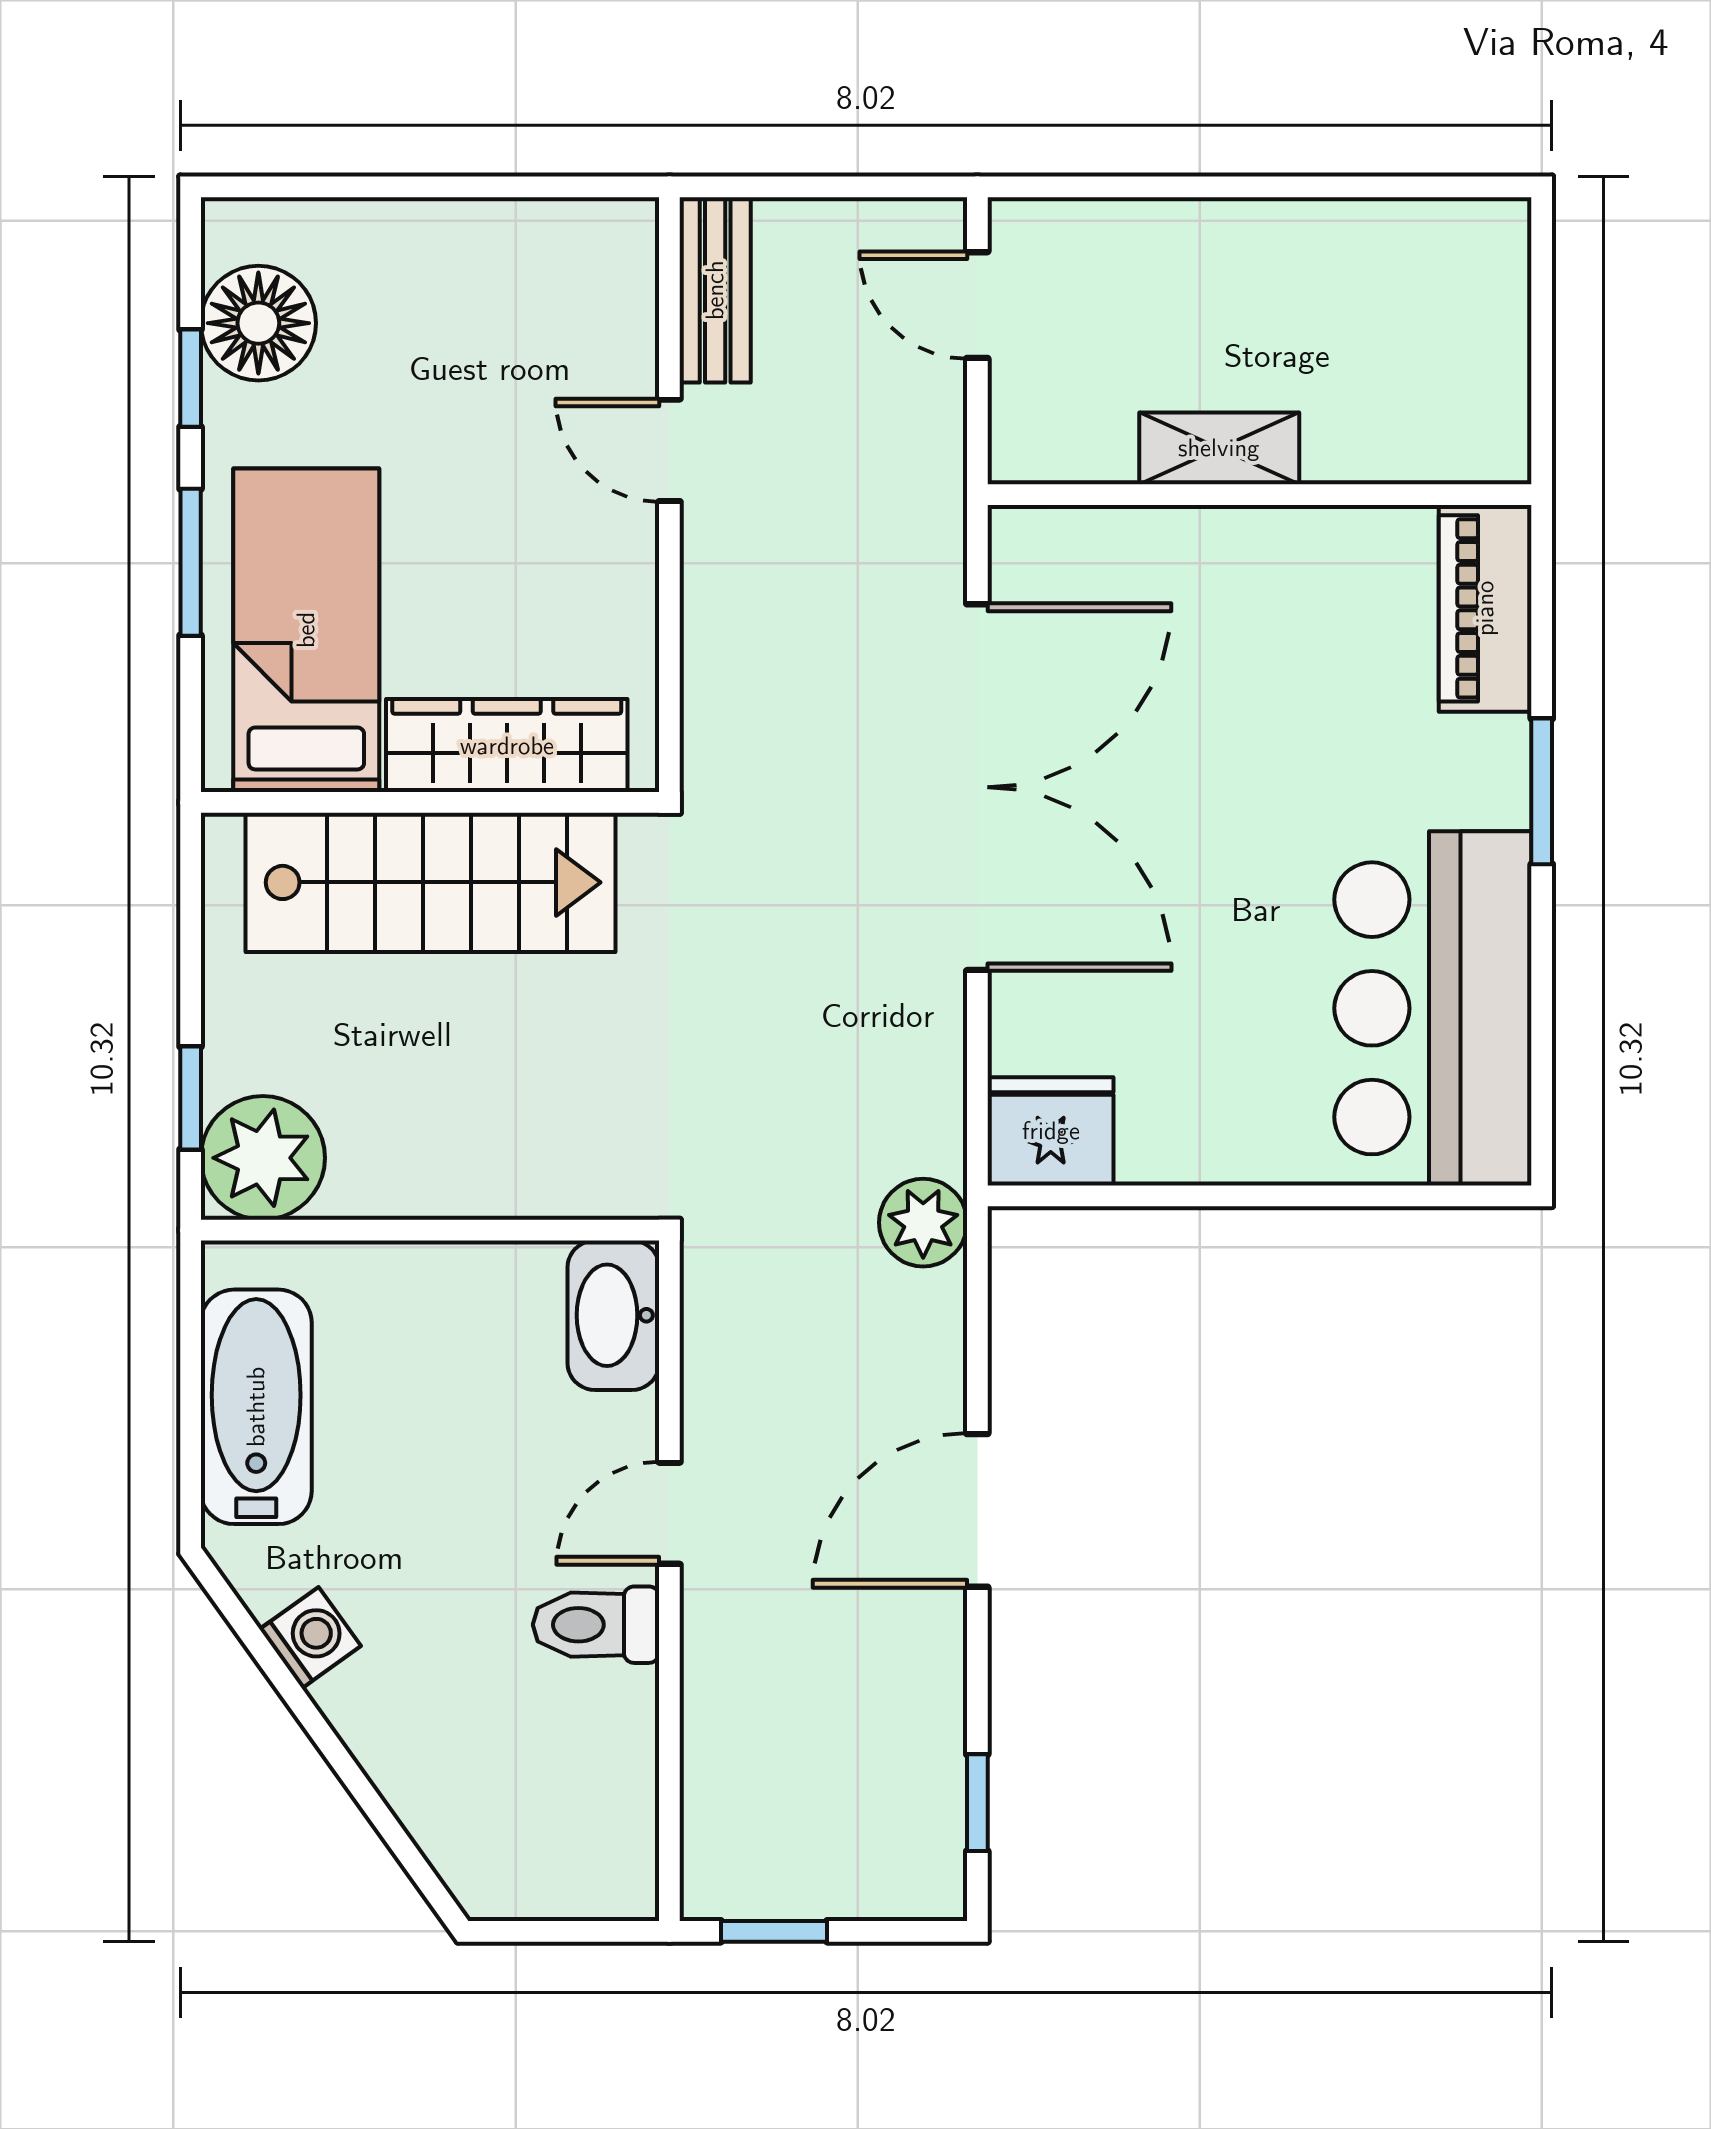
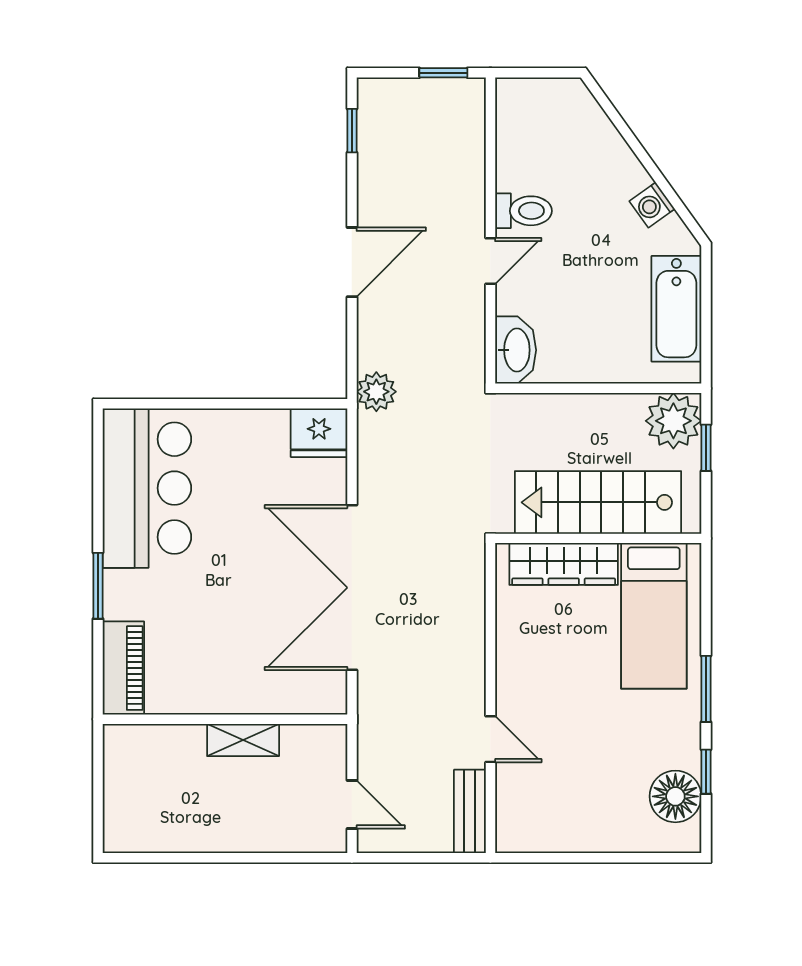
bed: (306, 630) -> (654, 616), moved
wardrobe: (507, 746) -> (564, 564), moved
wall: (430, 802) -> (598, 538), moved
stairs: (430, 882) -> (598, 502), moved

